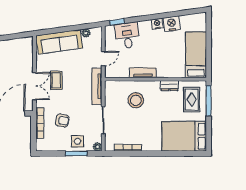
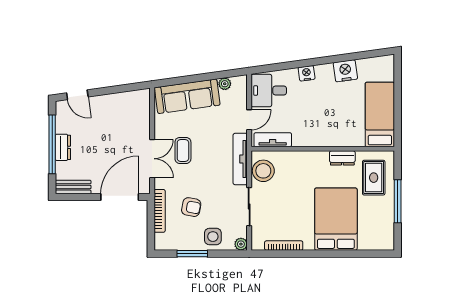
window: (117, 22) -> (268, 68), removed
nightstand: (157, 24) -> (307, 73), moved
desk: (127, 35) -> (269, 91), moved, turned -82
tv unit: (143, 73) -> (273, 140), moved
stool: (136, 100) -> (263, 171), moved
window: (209, 101) -> (398, 201), moved
bed: (184, 136) -> (336, 219), moved, turned 90
window: (76, 154) -> (192, 254), moved

